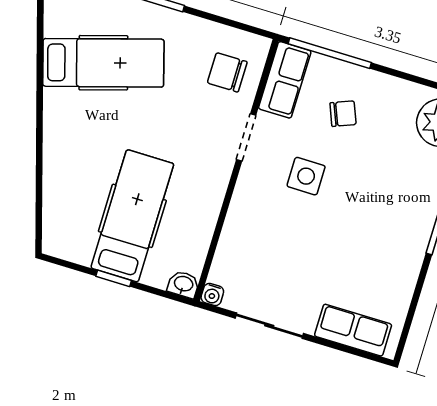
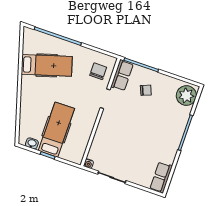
chair: (227, 72) -> (98, 71), turned 90
side table: (306, 176) -> (129, 116), removed
washbasin: (183, 284) -> (32, 144), moved
row of seats: (353, 330) -> (161, 177), moved, turned -90

